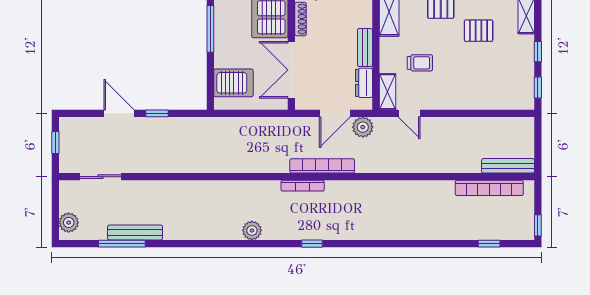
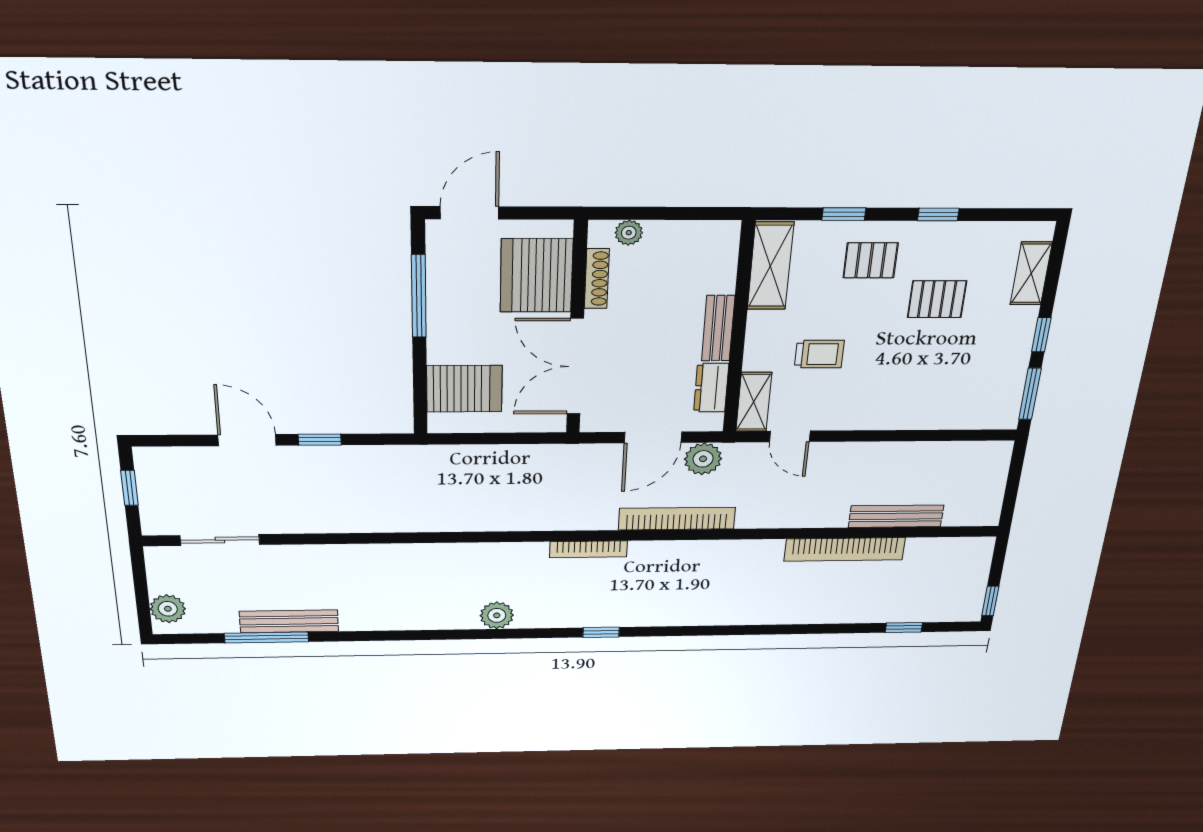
window: (538, 88) -> (1030, 394), width x1.50
bookcase: (322, 166) -> (677, 519), moved
bench: (508, 166) -> (896, 516), moved
bookcase: (489, 188) -> (845, 549), moved

